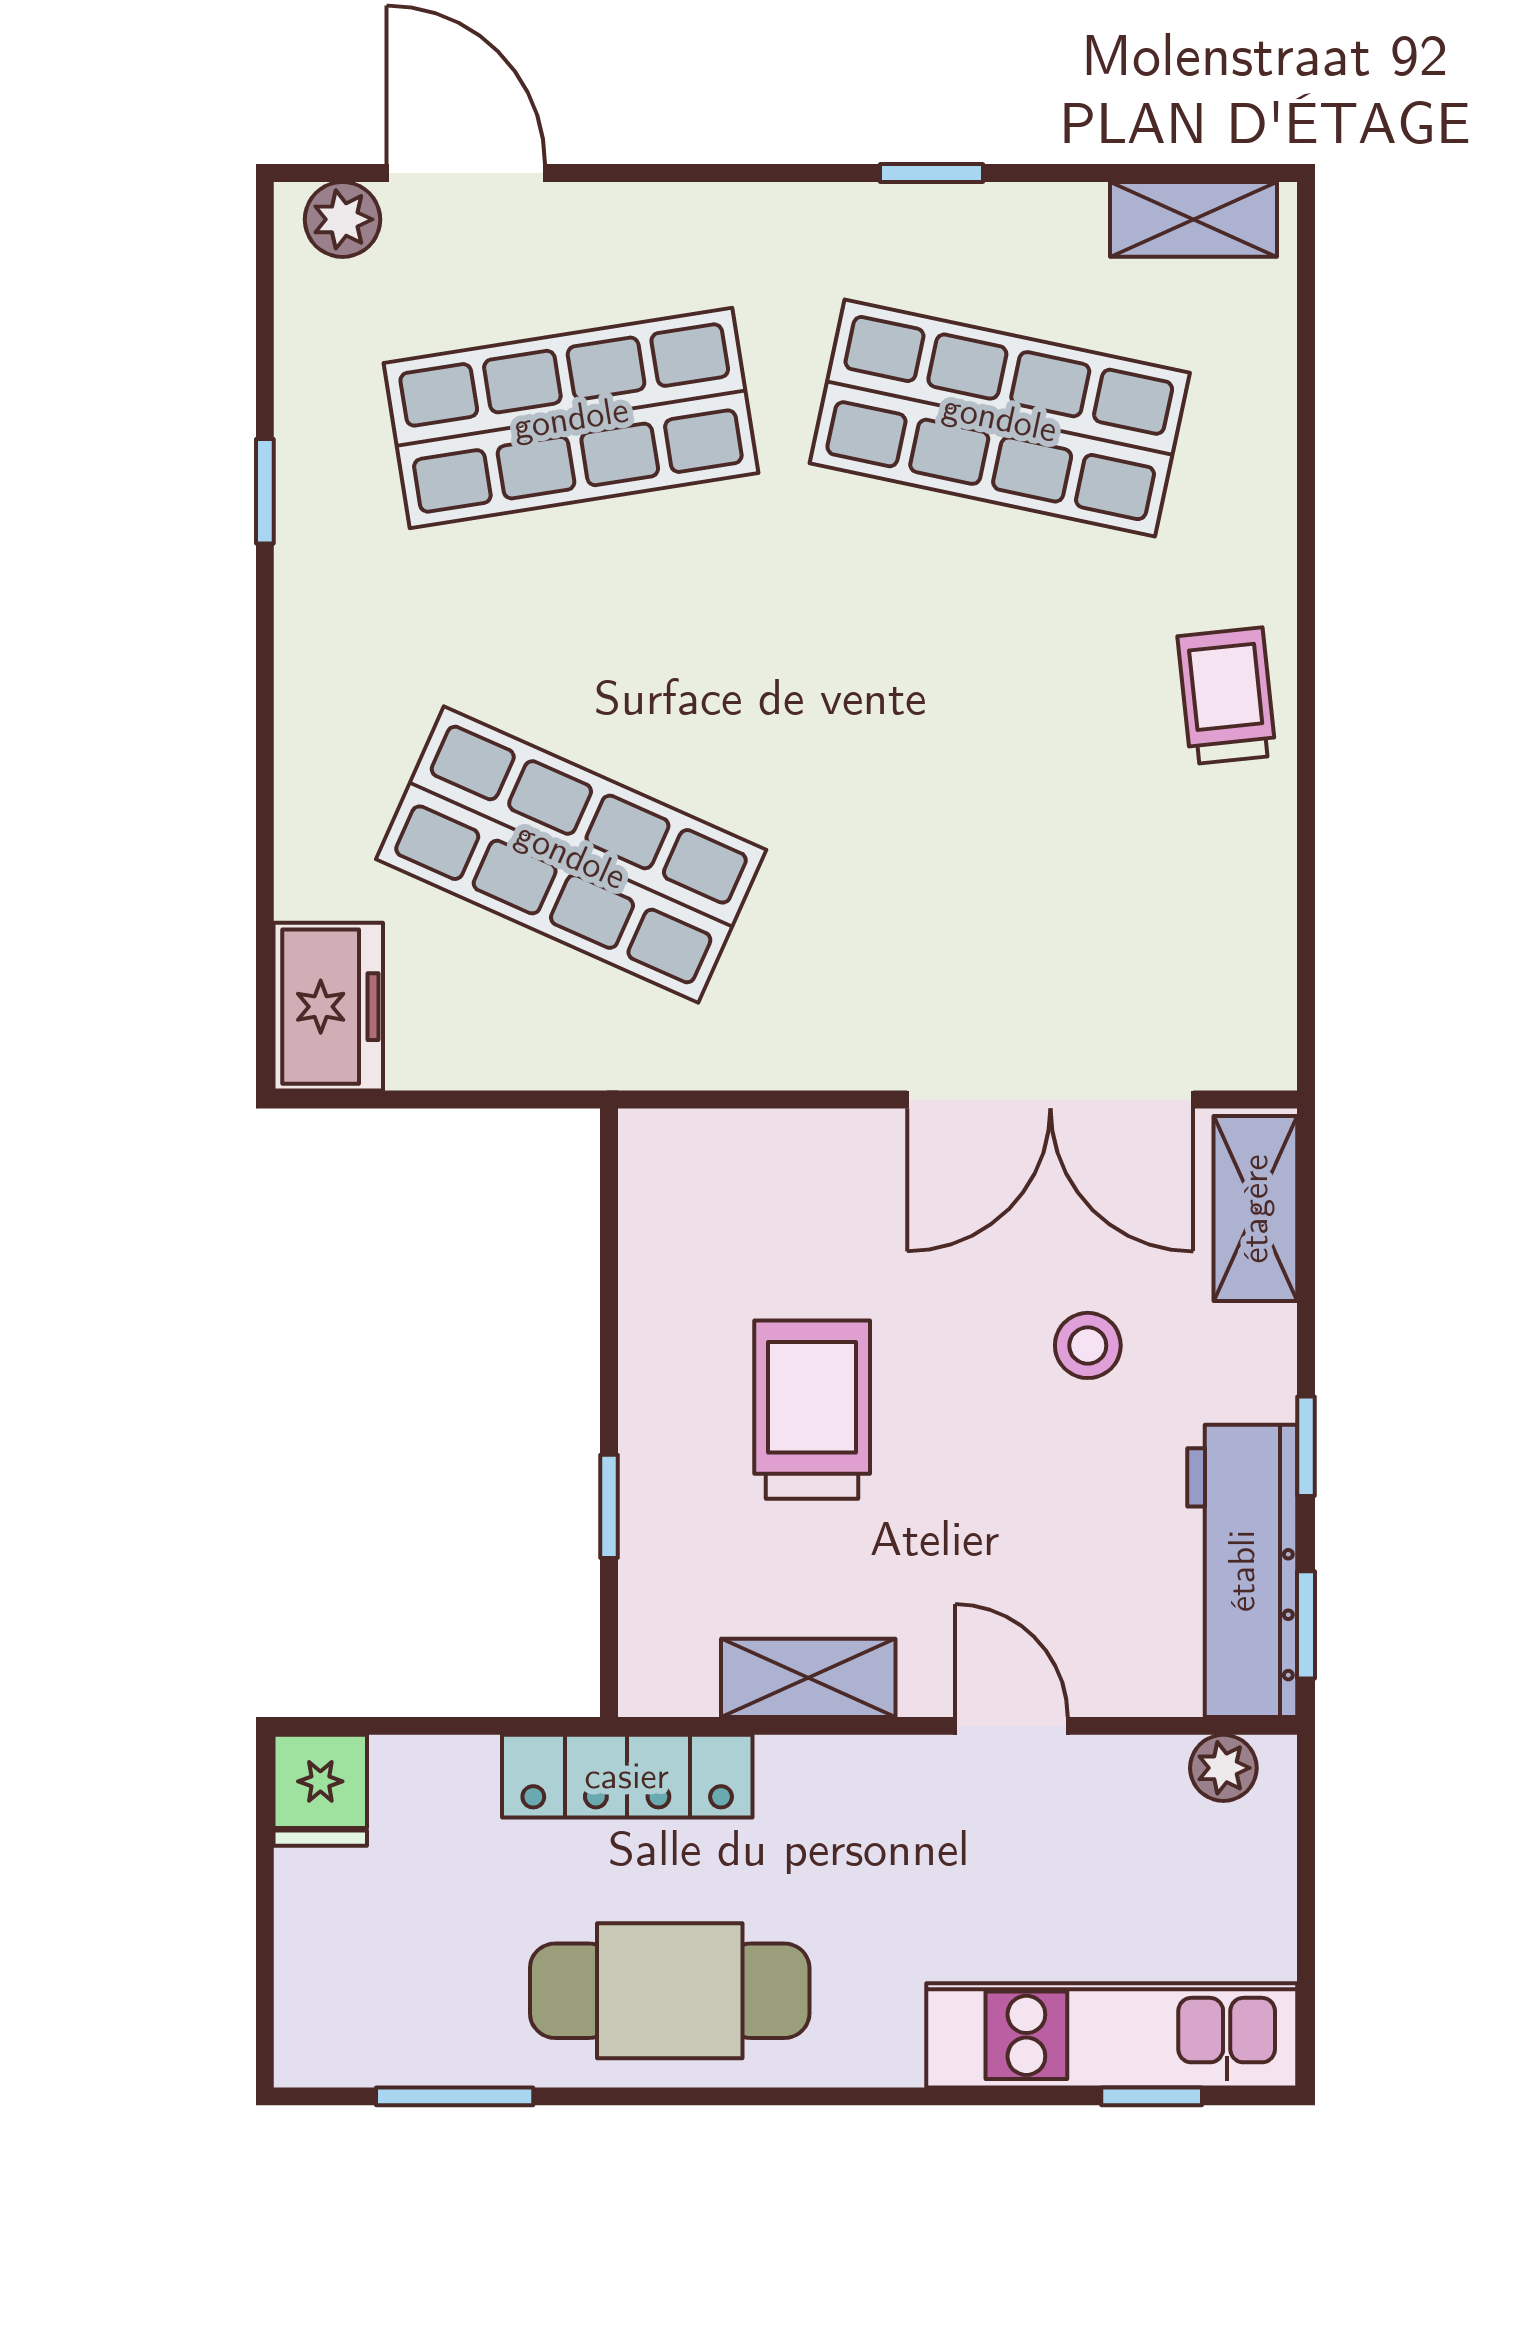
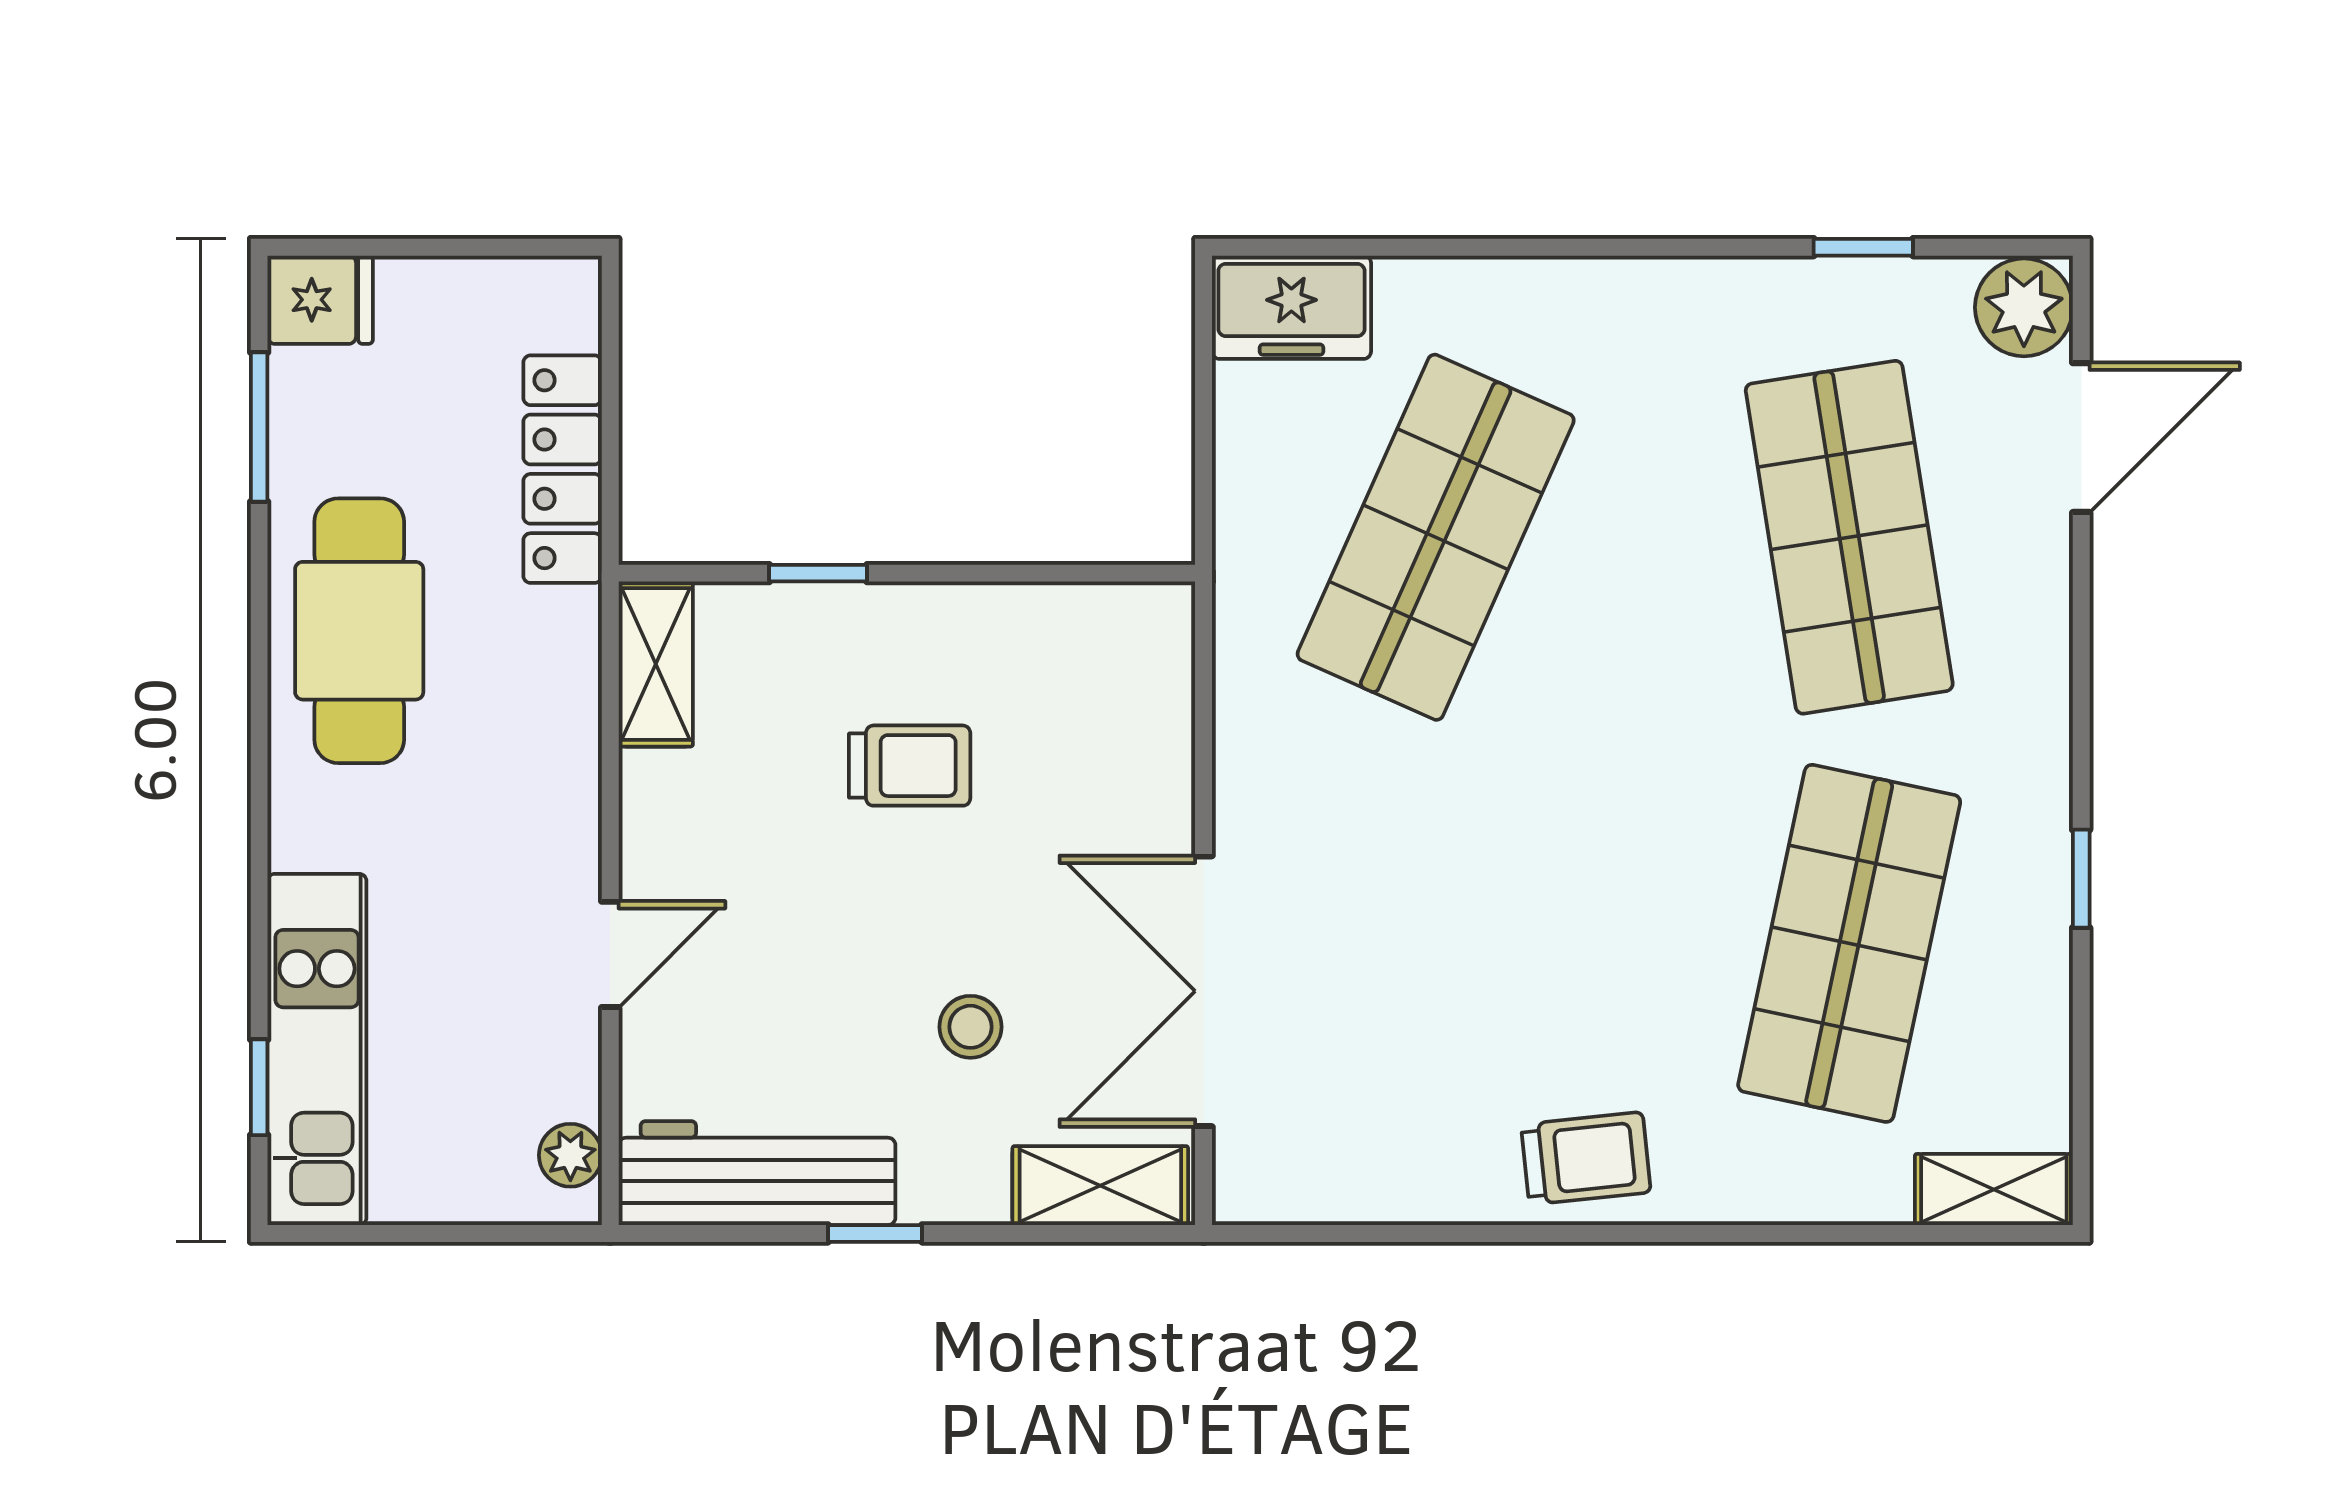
plant: (343, 219) -> (2024, 307), width x1.38, depth x1.38
shelving: (1194, 219) -> (1994, 1190), moved, turned 90
window: (265, 491) -> (1863, 247), moved
trolley: (812, 1410) -> (910, 766), width x0.73, depth x0.72
window: (1306, 1625) -> (706, 1233), removed
shelving: (808, 1678) -> (656, 664), moved
locker: (627, 1776) -> (563, 469), moved
fridge: (320, 1790) -> (320, 300), moved, turned 180

